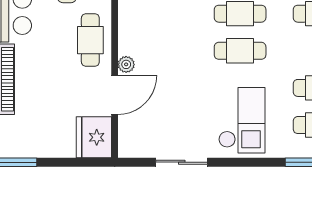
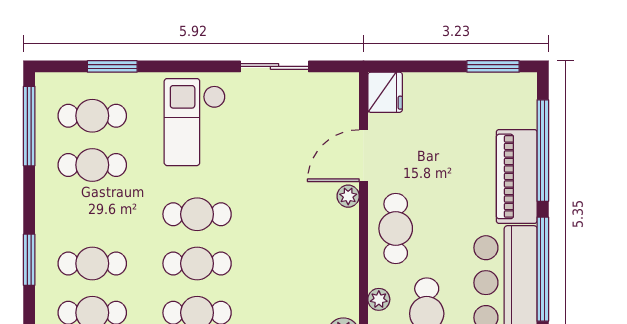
fridge: (94, 137) -> (385, 92), width x0.73, depth x0.75

